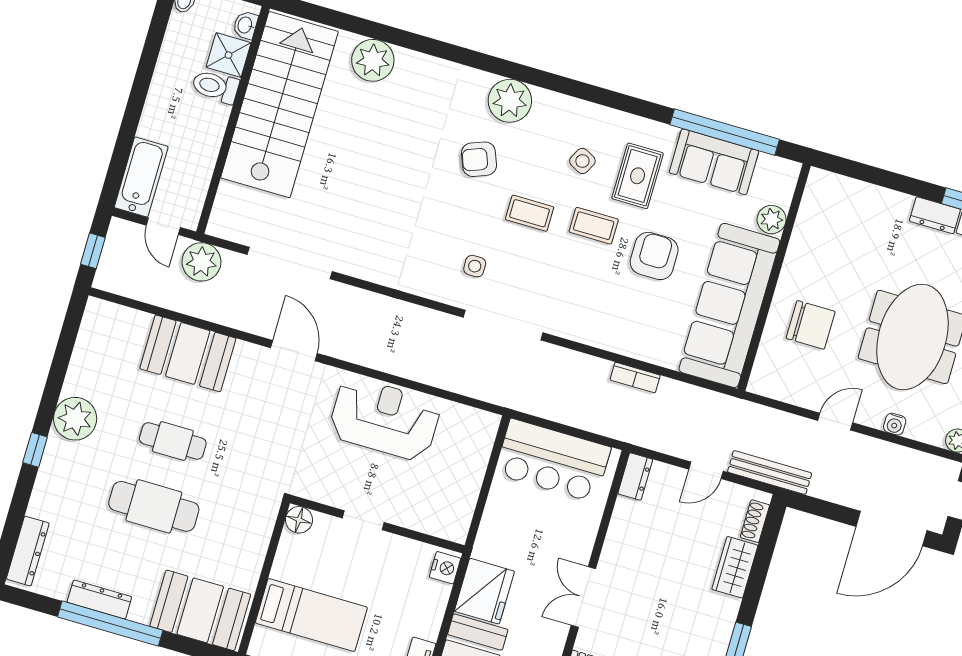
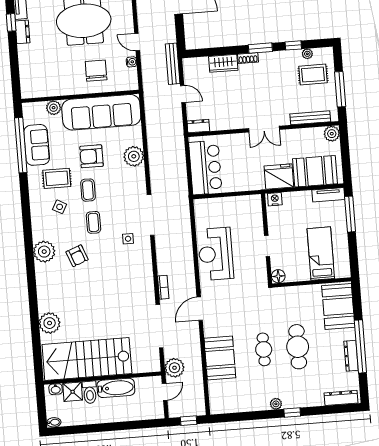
bathtub: (141, 177) -> (116, 388), moved, turned 180
plant: (624, 335) -> (134, 156), added
bookcase: (635, 378) -> (163, 287), moved
plant: (75, 419) -> (276, 404), width x0.53, depth x0.53
water cooler: (895, 424) -> (131, 62), moved
shoe rack: (755, 521) -> (248, 58), moved

